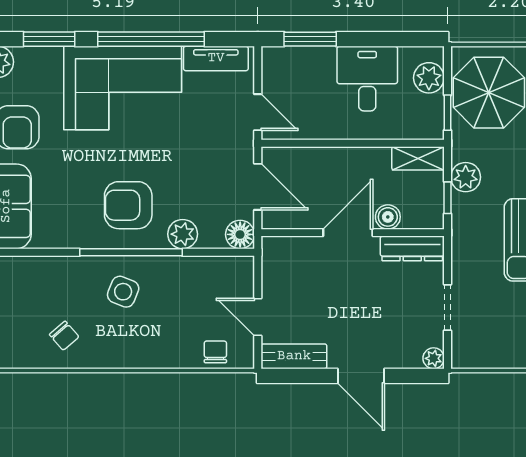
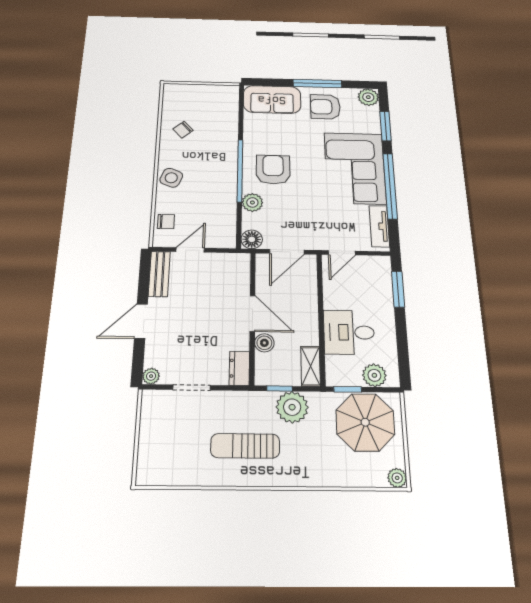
desk: (367, 79) -> (349, 332), moved, turned 180
plant: (466, 177) -> (292, 407), width x1.36, depth x1.36
dresser: (412, 248) -> (239, 368), width x0.70
side table: (123, 292) -> (171, 178), moved

